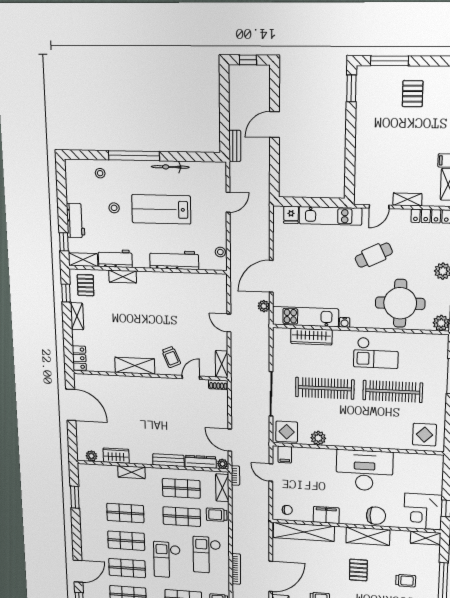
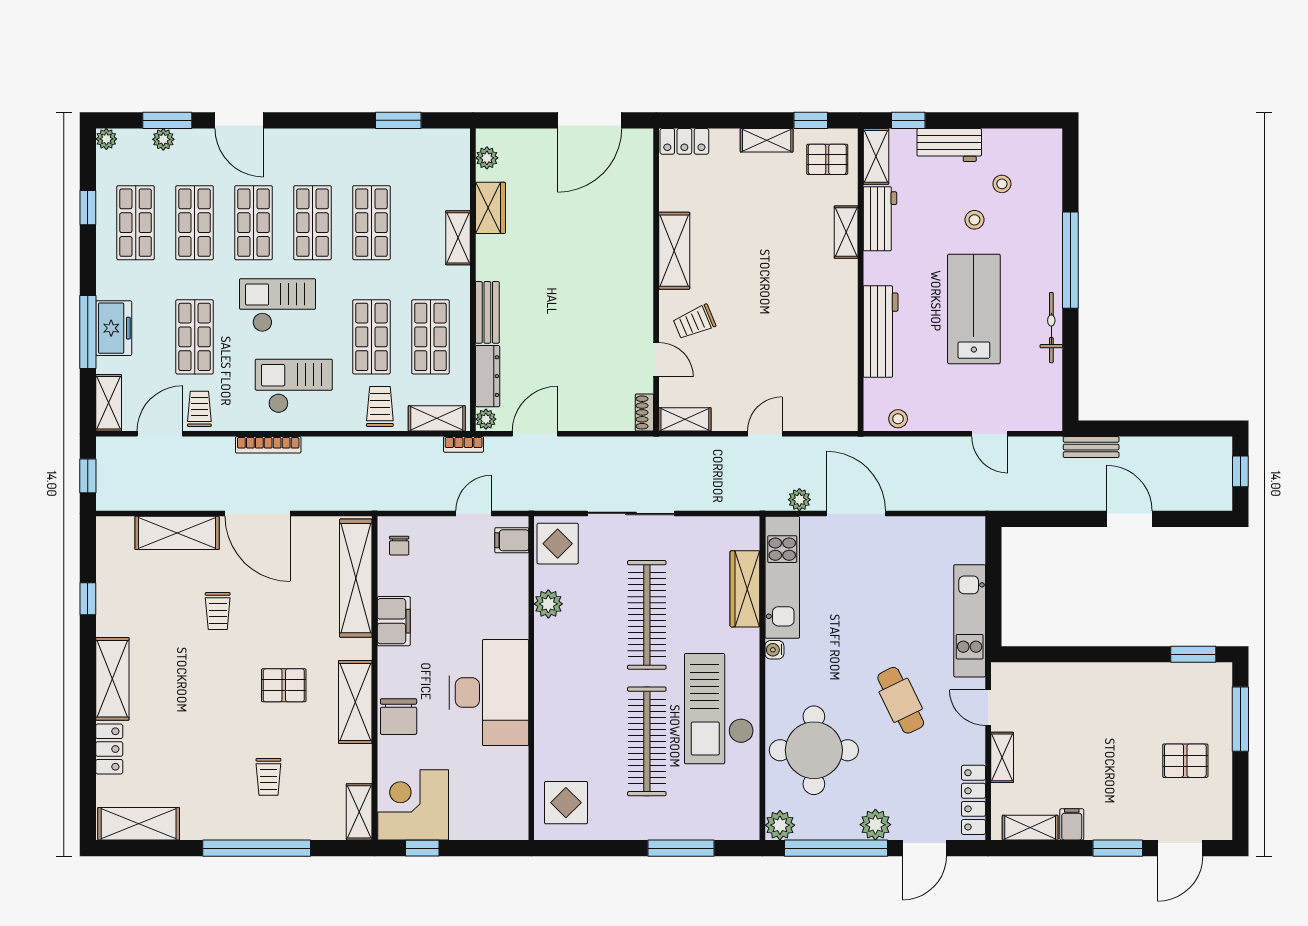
stool: (100, 173) -> (1002, 184), moved
fridge: (291, 215) -> (970, 549), removed
checkout: (376, 353) -> (719, 709), width x1.36, depth x1.21

